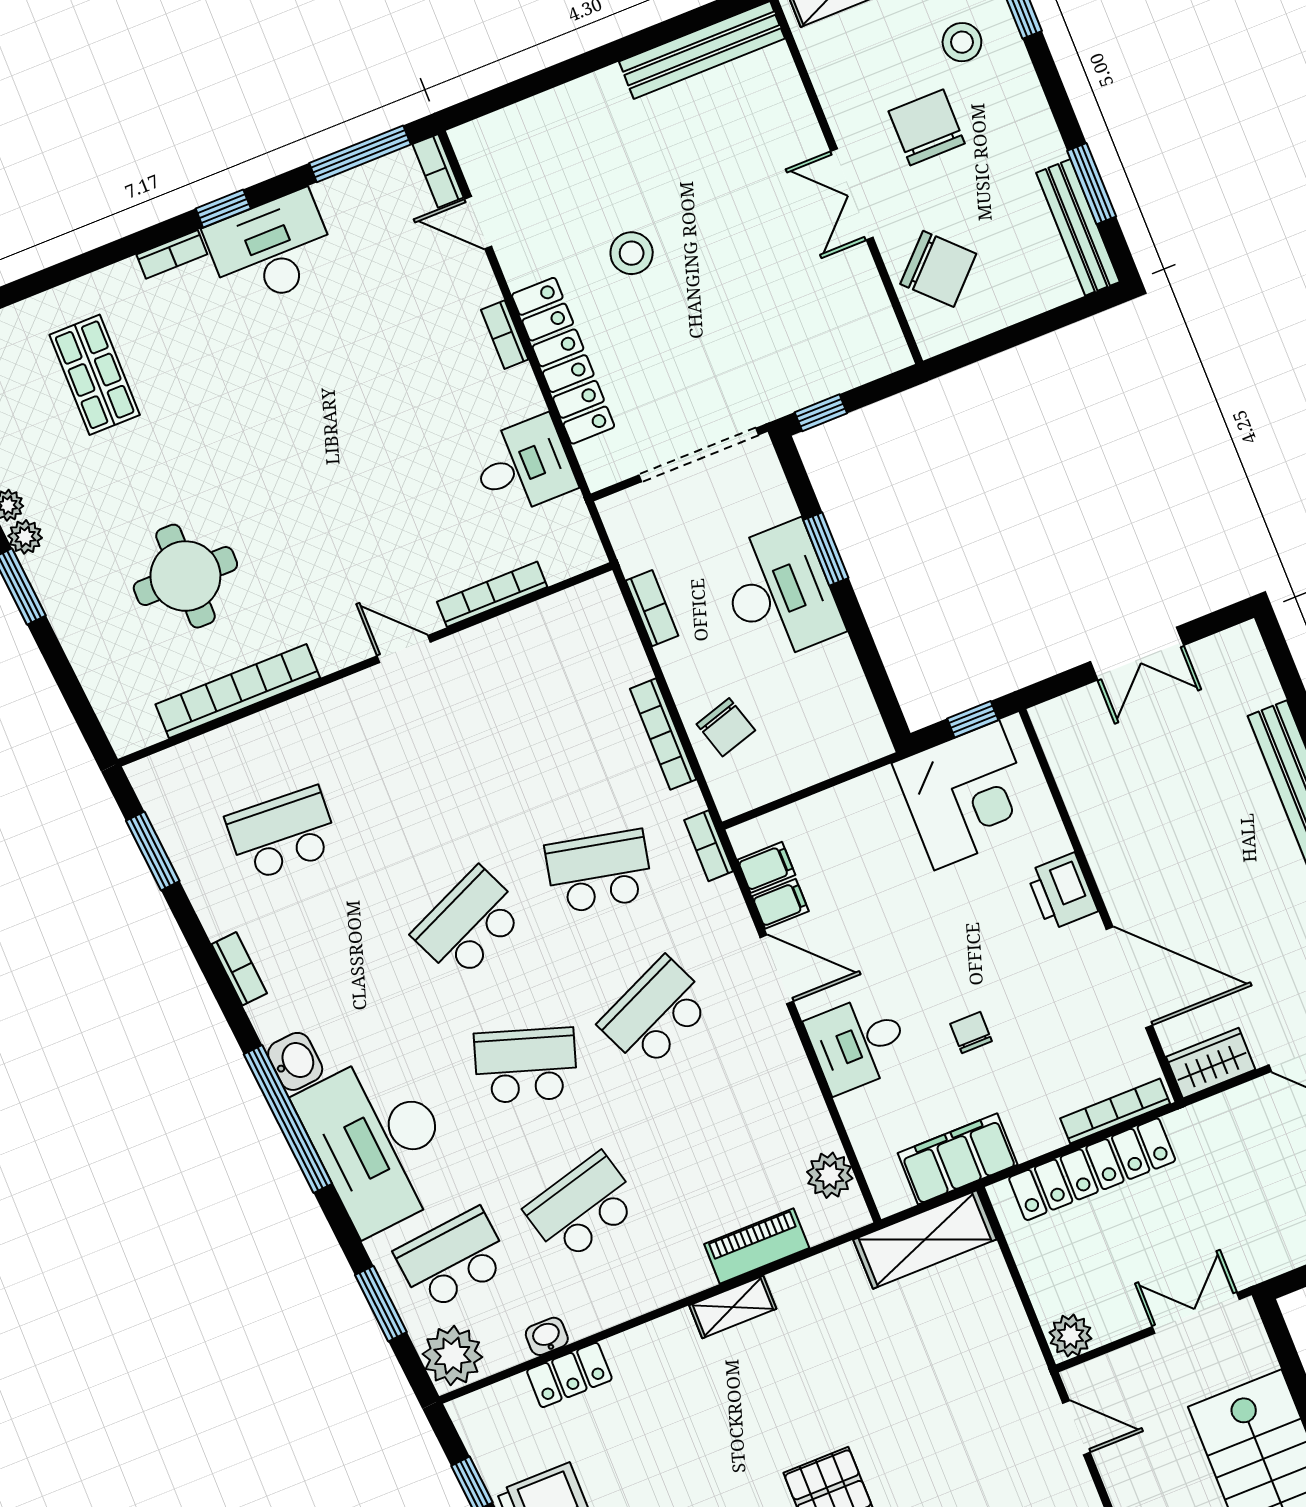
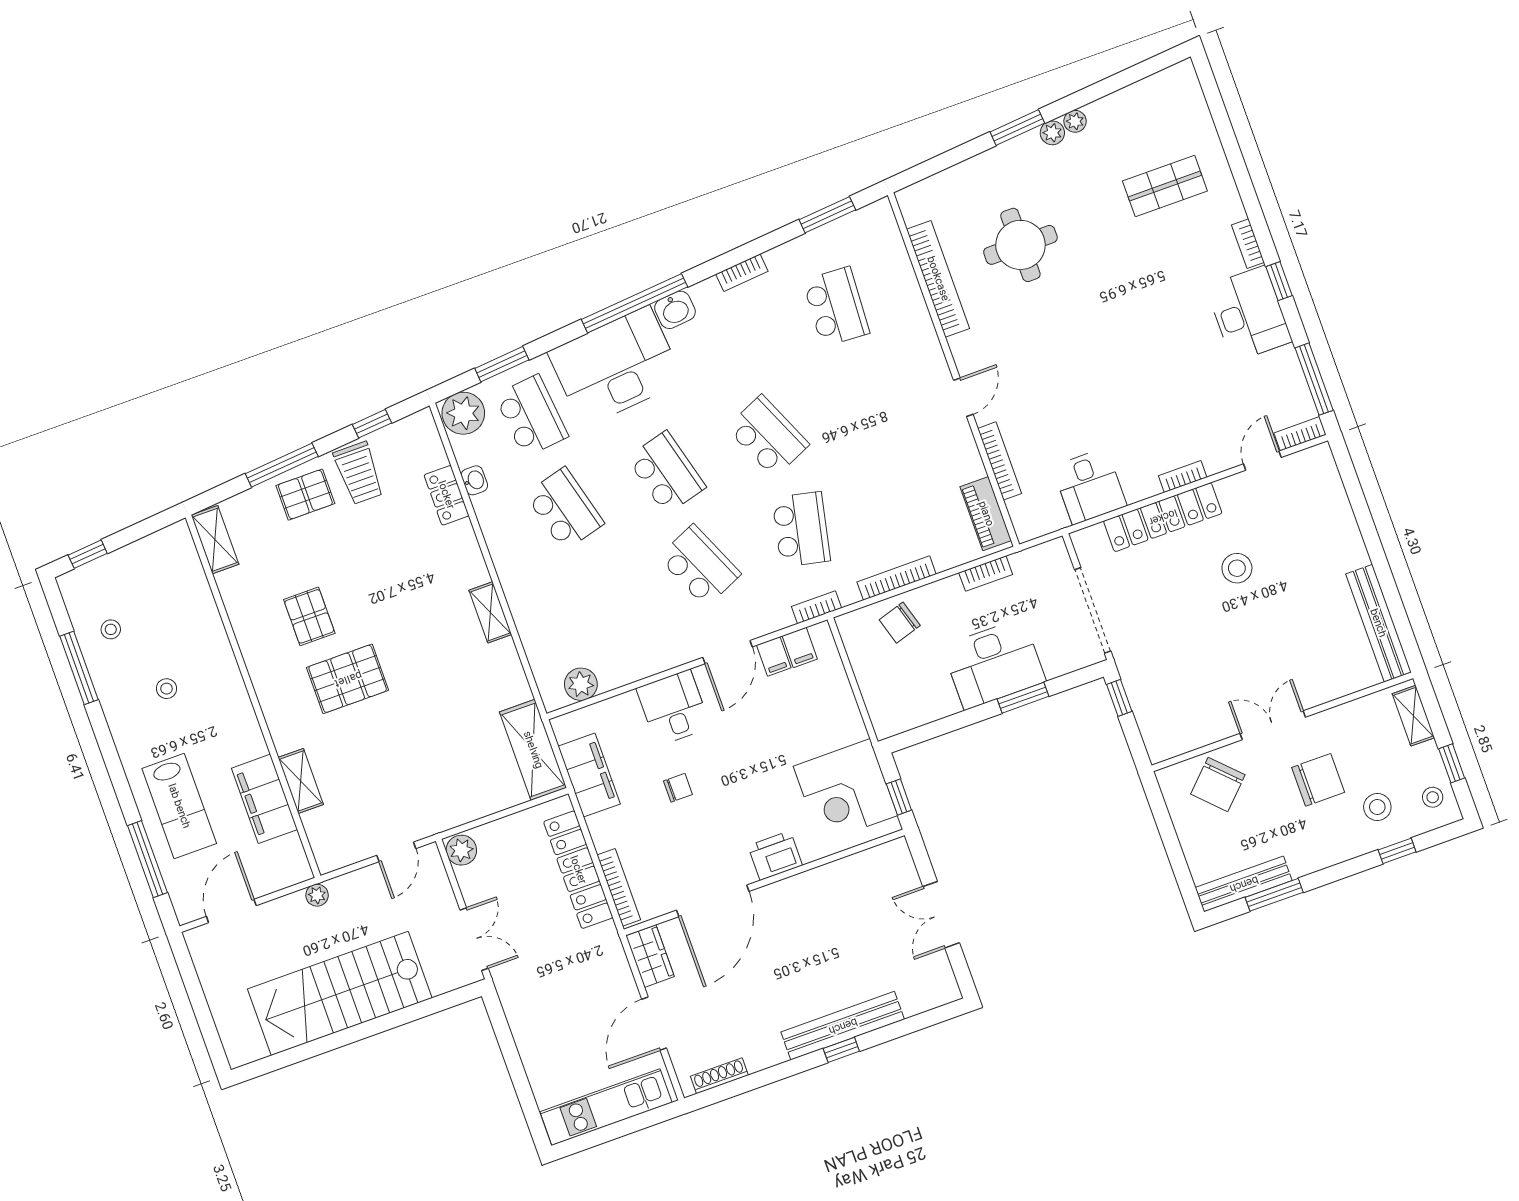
school desk: (526, 1065) -> (666, 473), turned -33
piano: (757, 1246) -> (986, 514), moved, turned 180

